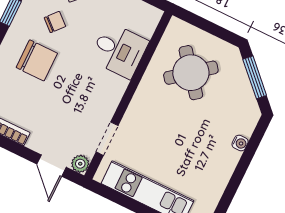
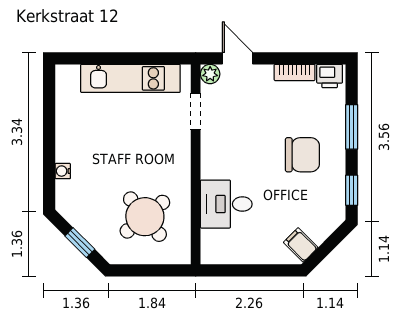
chair: (55, 22) -> (303, 201), removed
chair: (37, 60) -> (302, 155), turned 180
window: (255, 77) -> (80, 243), width x0.67

